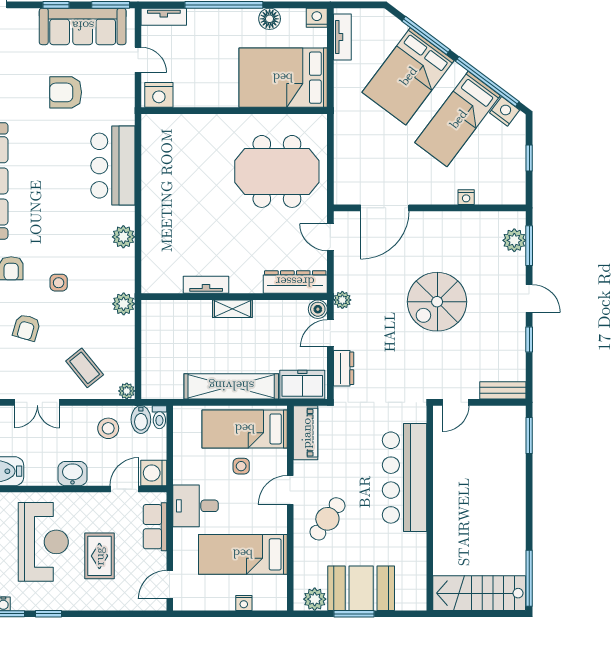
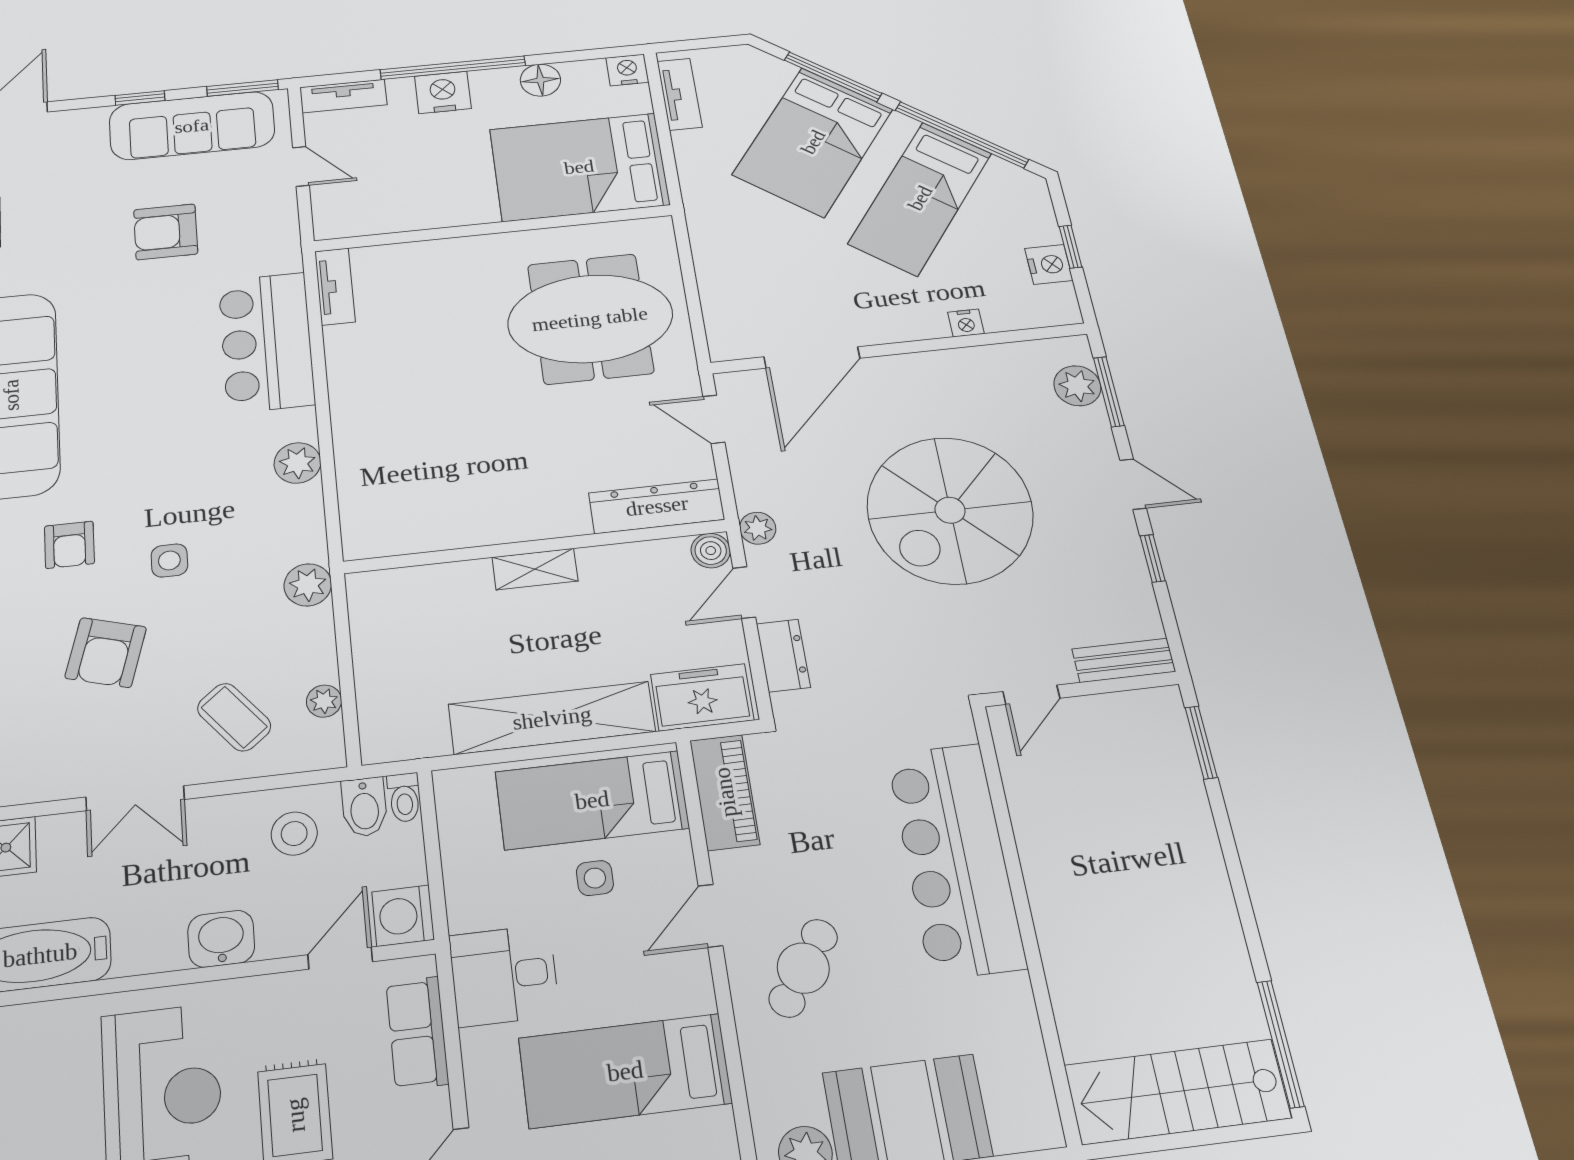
nightstand: (159, 95) -> (443, 92), moved, turned 180
nightstand: (505, 111) -> (1049, 264), moved, turned 53
tv unit: (206, 285) -> (335, 286), moved, turned 90
spiral stairs: (437, 302) -> (950, 510), width x1.37, depth x1.37
armchair: (27, 328) -> (106, 653), width x1.38, depth x1.38
plant: (127, 391) -> (324, 701), moved

